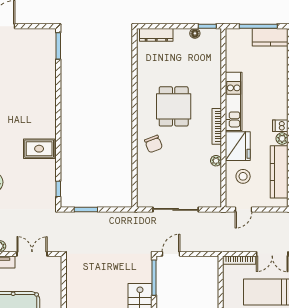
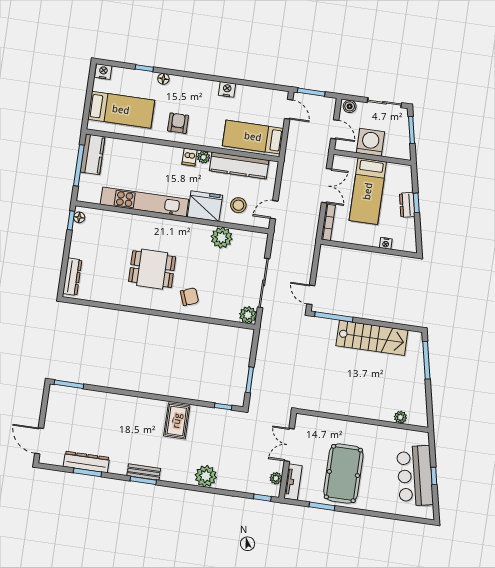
floor lamp: (195, 33) -> (79, 217), moved
kitchen unit: (234, 101) -> (144, 202), width x1.36
bookcase: (217, 126) -> (180, 226), removed
plant: (216, 161) -> (222, 238), width x1.88, depth x1.88
plant: (145, 199) -> (248, 315), added
door: (244, 209) -> (274, 210), swing flipped

